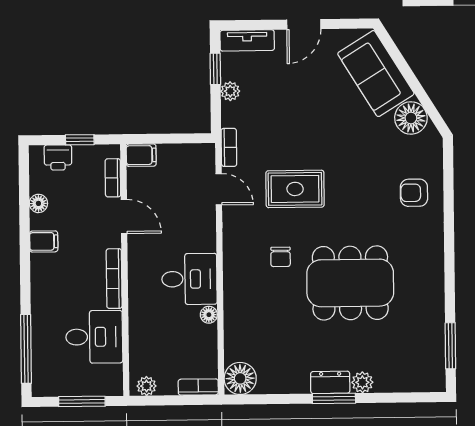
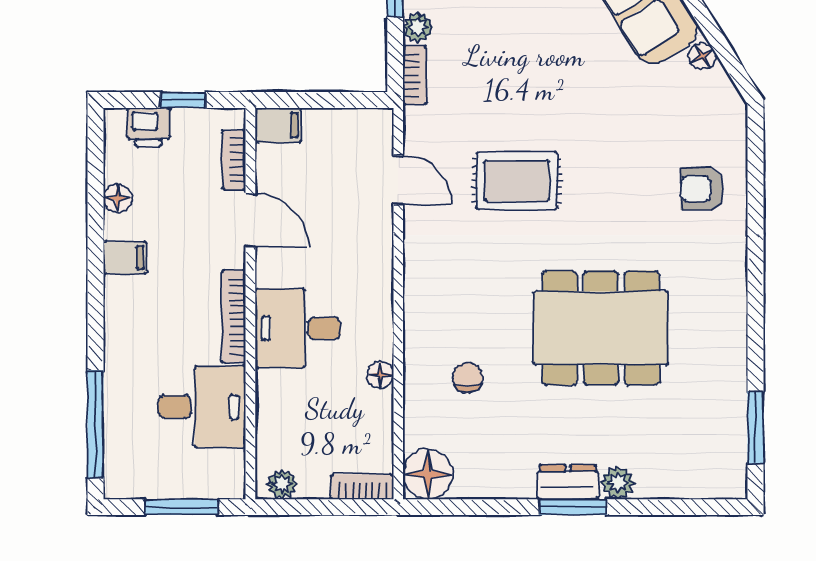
floor lamp: (411, 118) -> (702, 56), width x0.53, depth x0.53
bookcase: (229, 147) -> (415, 75), moved
chair: (281, 257) -> (467, 378), moved, turned 180
desk: (189, 279) -> (298, 328), moved, turned 180

